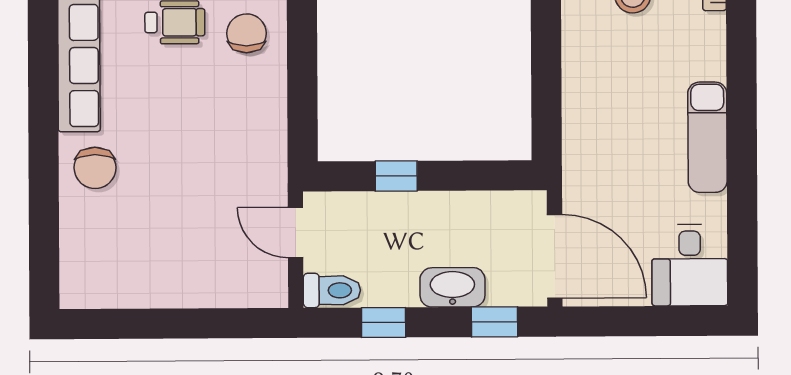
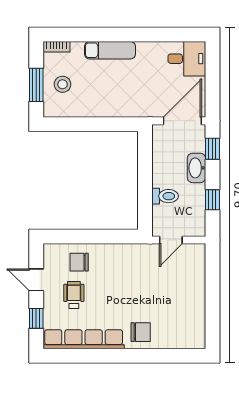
exam couch: (707, 137) -> (110, 50), moved
window: (396, 176) -> (145, 194), removed
toilet: (332, 290) -> (165, 196), moved, turned 90

